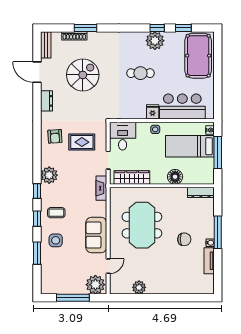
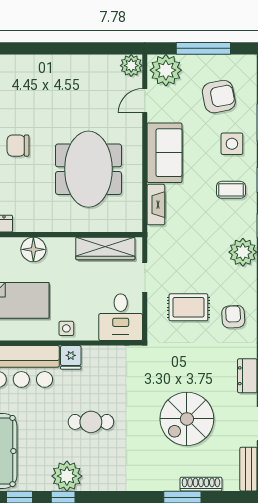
fireplace: (101, 188) -> (156, 205), moved
armchair: (64, 269) -> (219, 97), added
plant: (139, 287) -> (131, 66), moved

